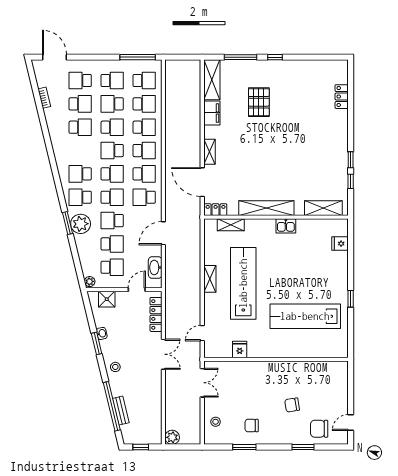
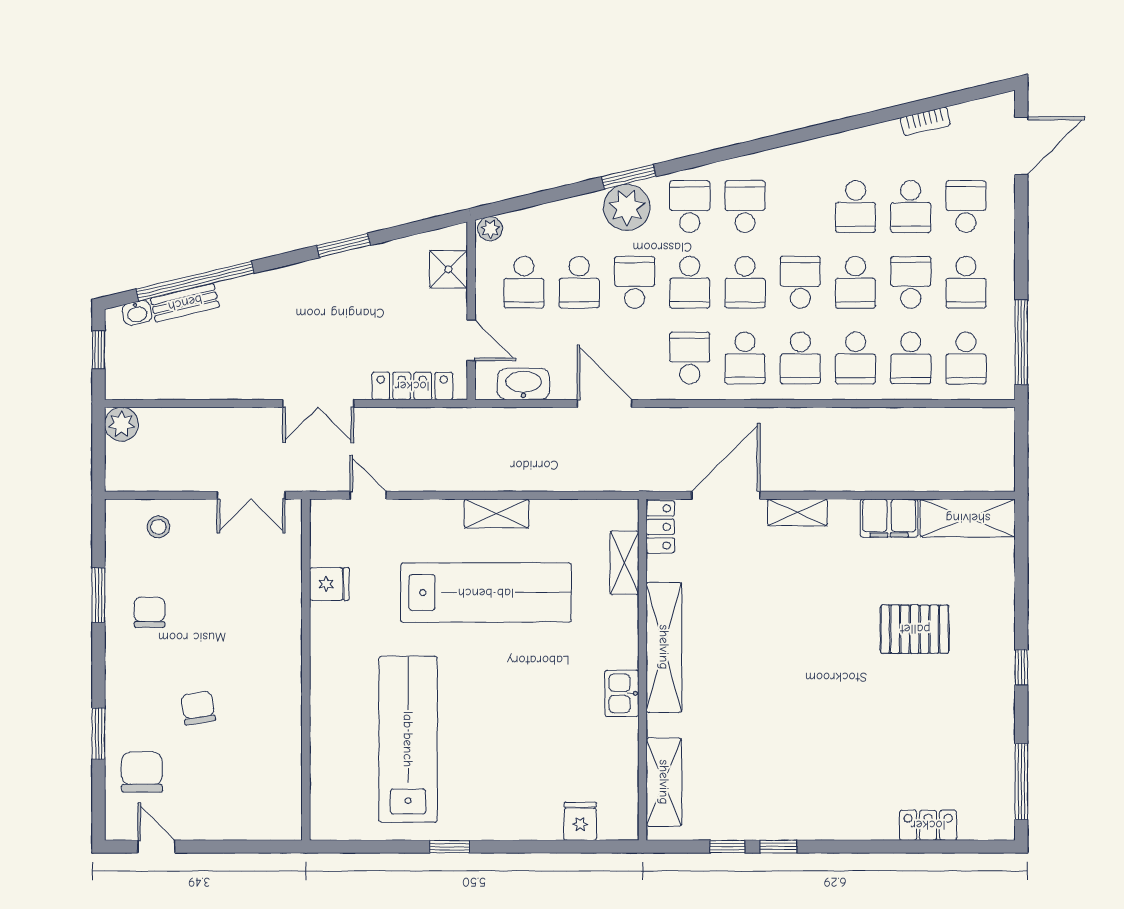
window: (240, 57) -> (1021, 781), moved
washbasin: (102, 333) -> (137, 313), moved
stool: (115, 367) -> (288, 290), removed

